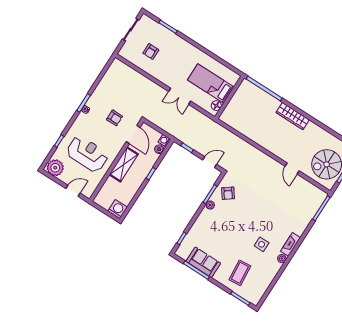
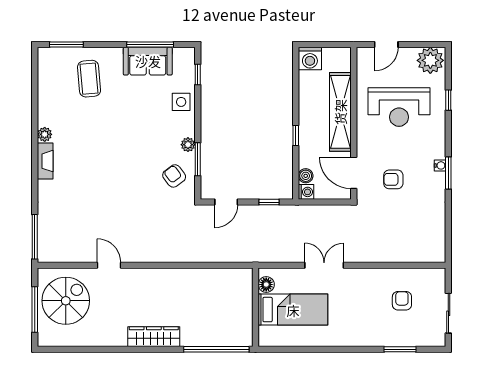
shelving: (124, 164) -> (340, 112), width x1.47
side table: (262, 244) -> (181, 102), moved

